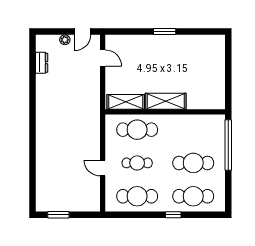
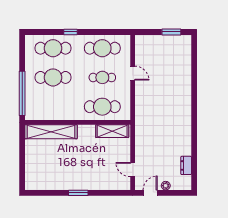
shelving: (166, 101) -> (51, 132), moved, width x1.47

